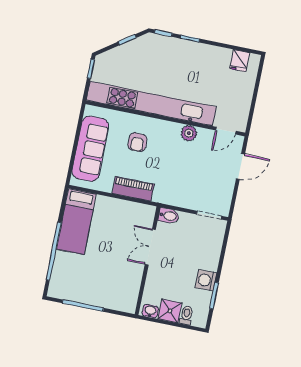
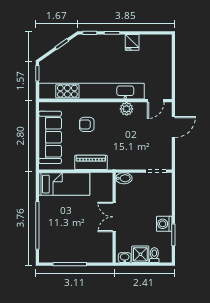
fridge: (240, 61) -> (132, 42), moved
armchair: (137, 142) -> (87, 124), turned 90
bed: (76, 222) -> (64, 184), moved, turned -90
double door: (150, 247) -> (114, 217), moved

